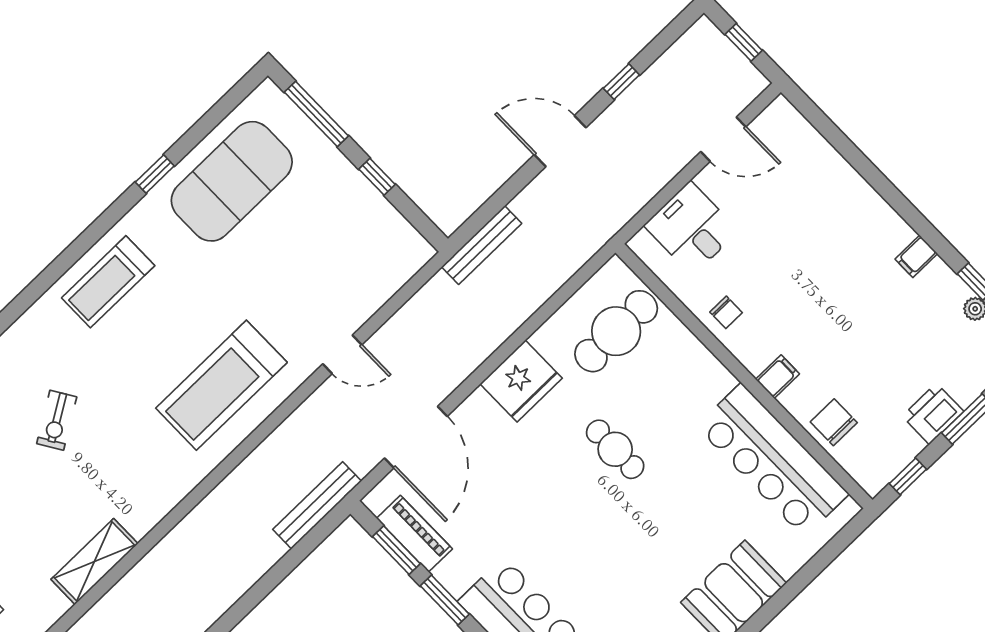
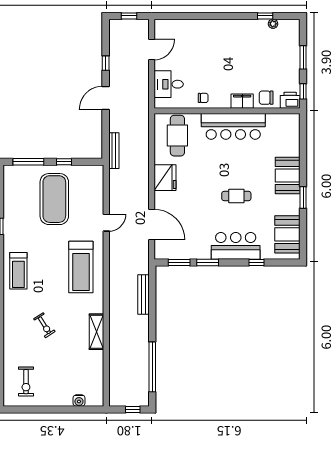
exercise mat: (232, 181) -> (54, 199), moved
filing cabinet: (916, 256) -> (241, 26), removed
filing cabinet: (778, 377) -> (242, 101), width x2.00
printer: (933, 414) -> (290, 100), moved, turned 90
cafe table: (615, 449) -> (236, 196), moved
bar counter: (772, 460) -> (233, 126), moved
bench: (317, 505) -> (143, 295), moved
piano: (414, 534) -> (179, 252), removed
shelving: (94, 561) -> (97, 332), moved

